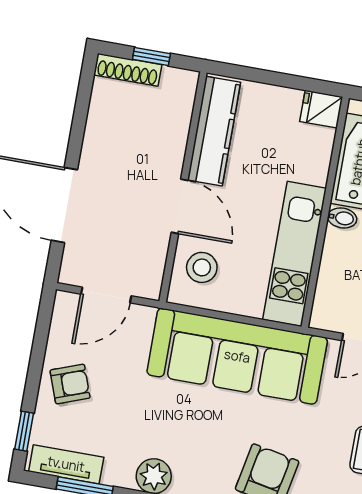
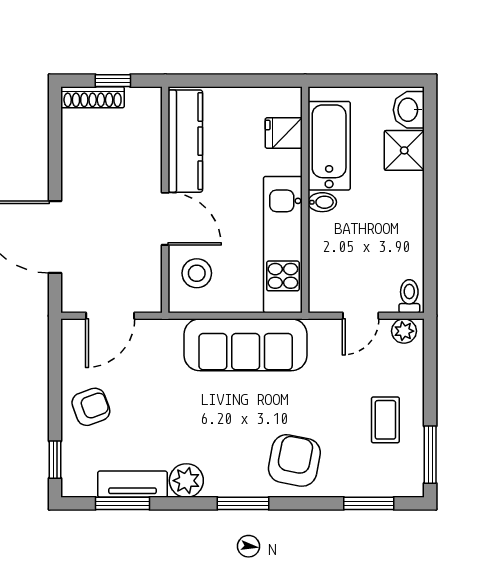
fridge: (321, 109) -> (284, 133), moved
sofa: (237, 356) -> (246, 345), width x0.74, depth x0.79
tv unit: (66, 464) -> (132, 484), moved

